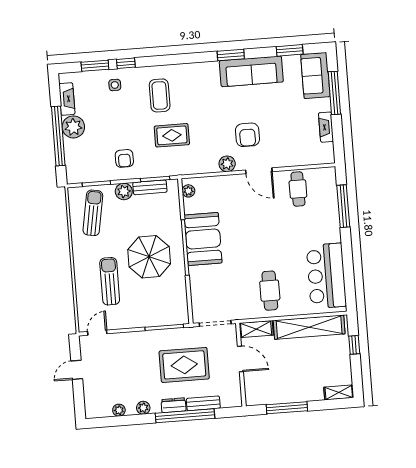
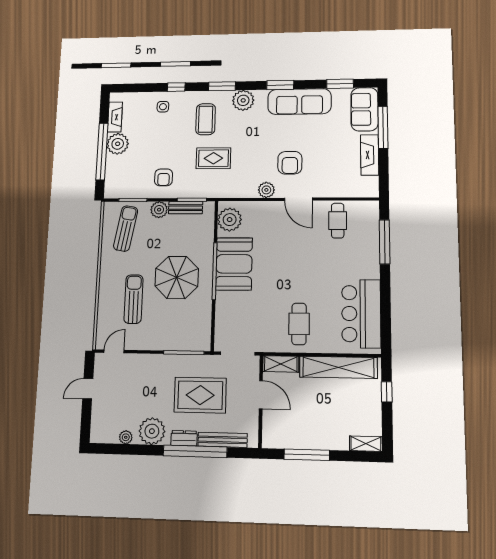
window: (95, 66) -> (222, 86), moved
plant: (195, 73) -> (243, 100), added
fireplace: (326, 127) -> (370, 155), width x1.37, depth x1.32
plant: (188, 191) -> (230, 220), width x1.88, depth x1.88
bench: (203, 403) -> (223, 440), width x1.36
plant: (143, 408) -> (152, 431), width x1.88, depth x1.88

